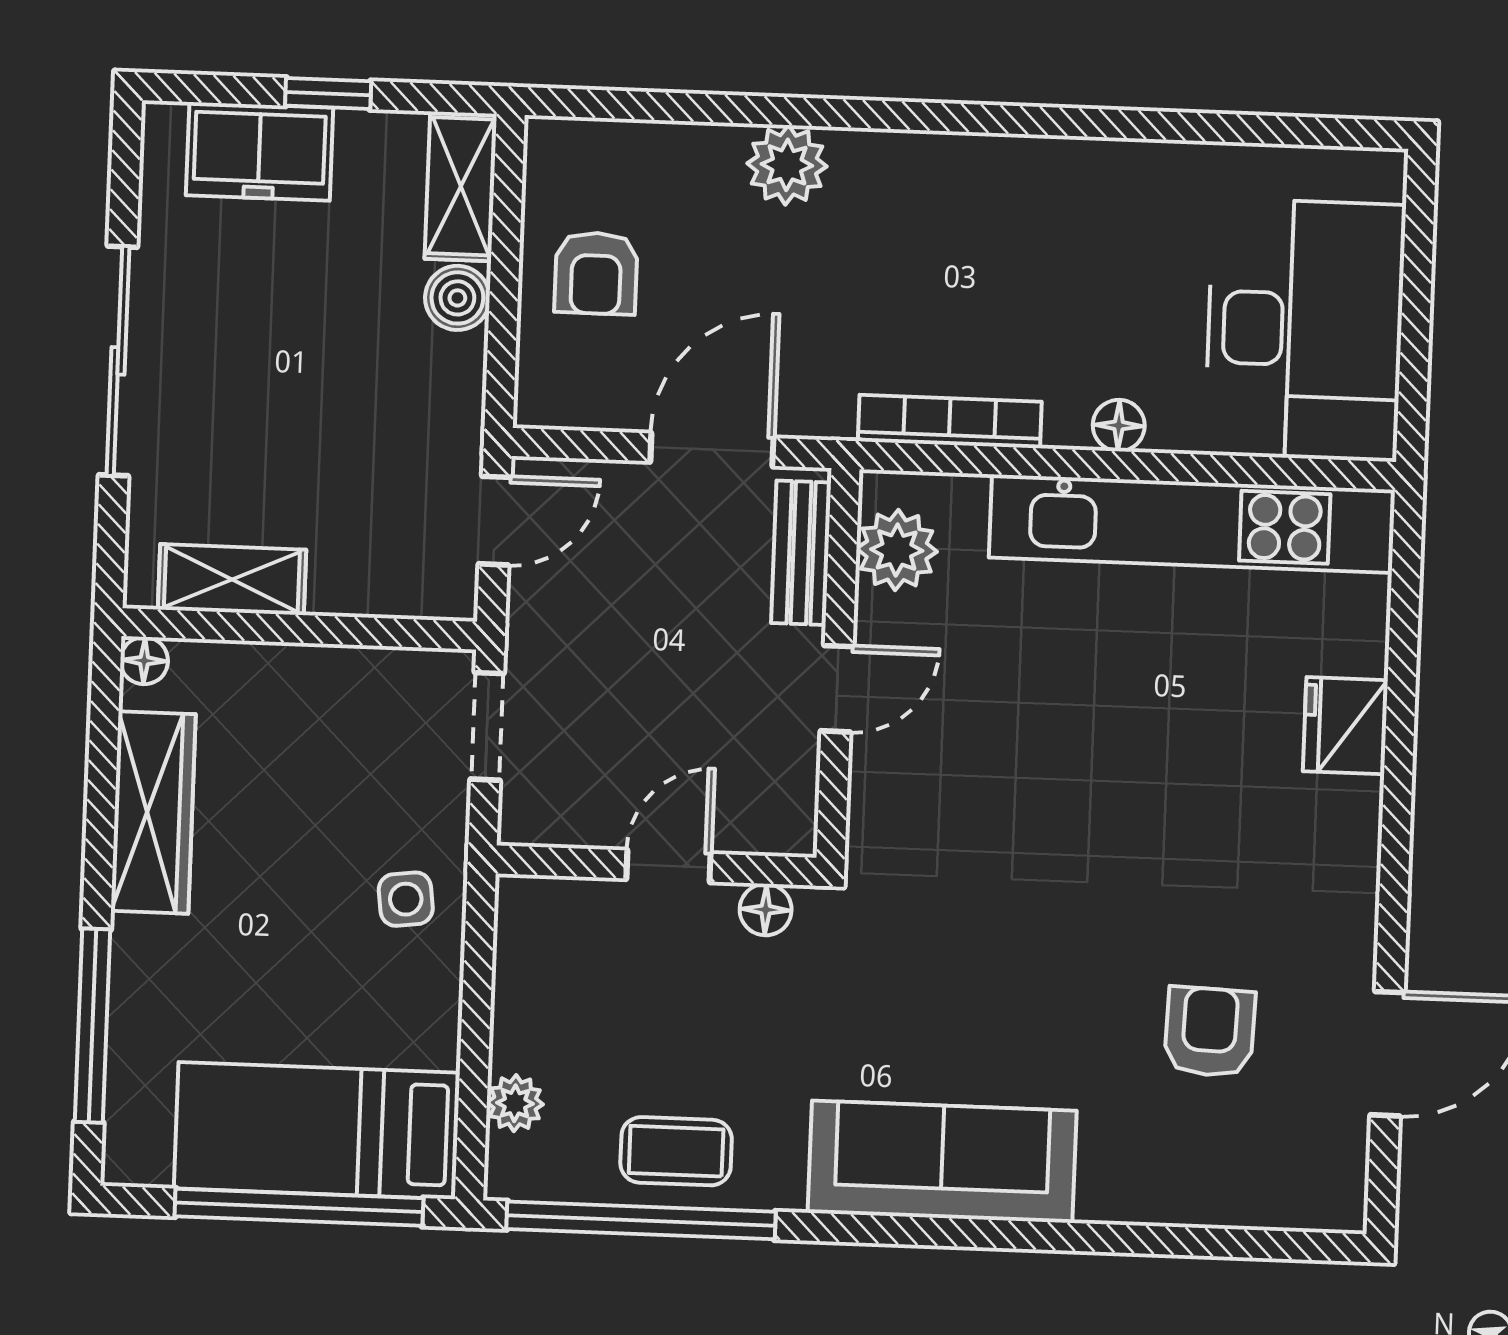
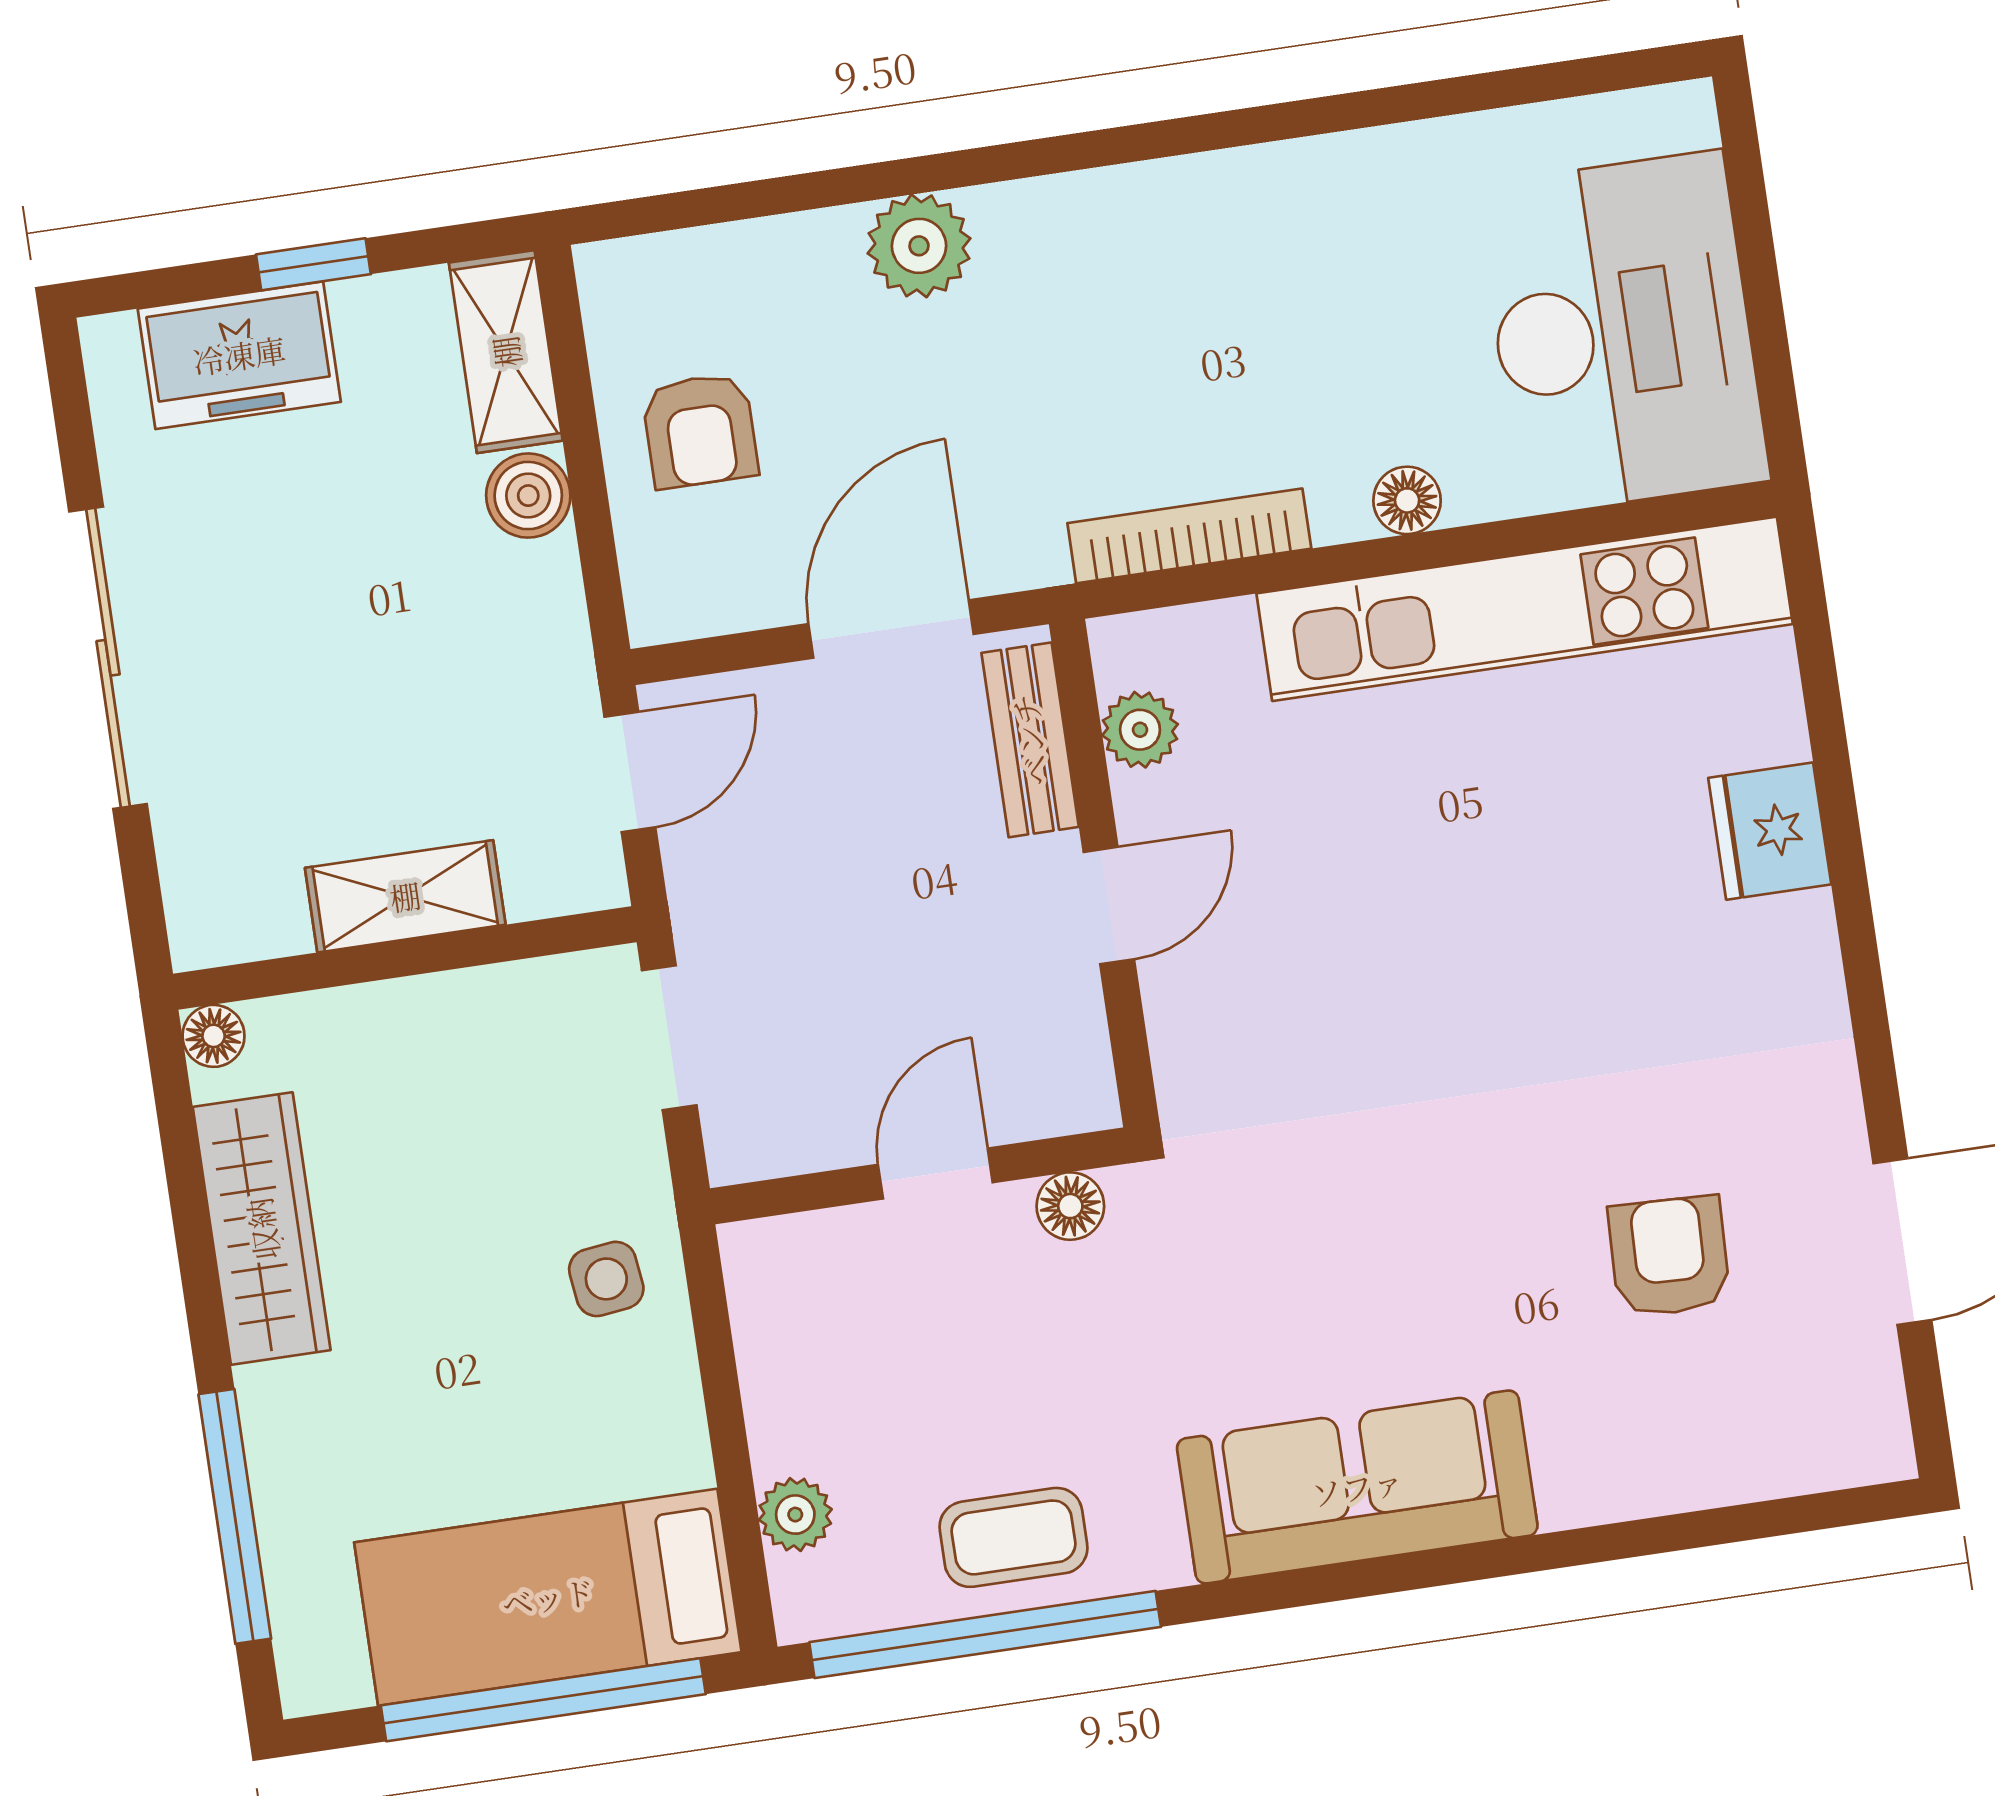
plant: (897, 550) -> (1140, 730), width x0.73, depth x0.73
shelving: (232, 580) -> (405, 896), moved

